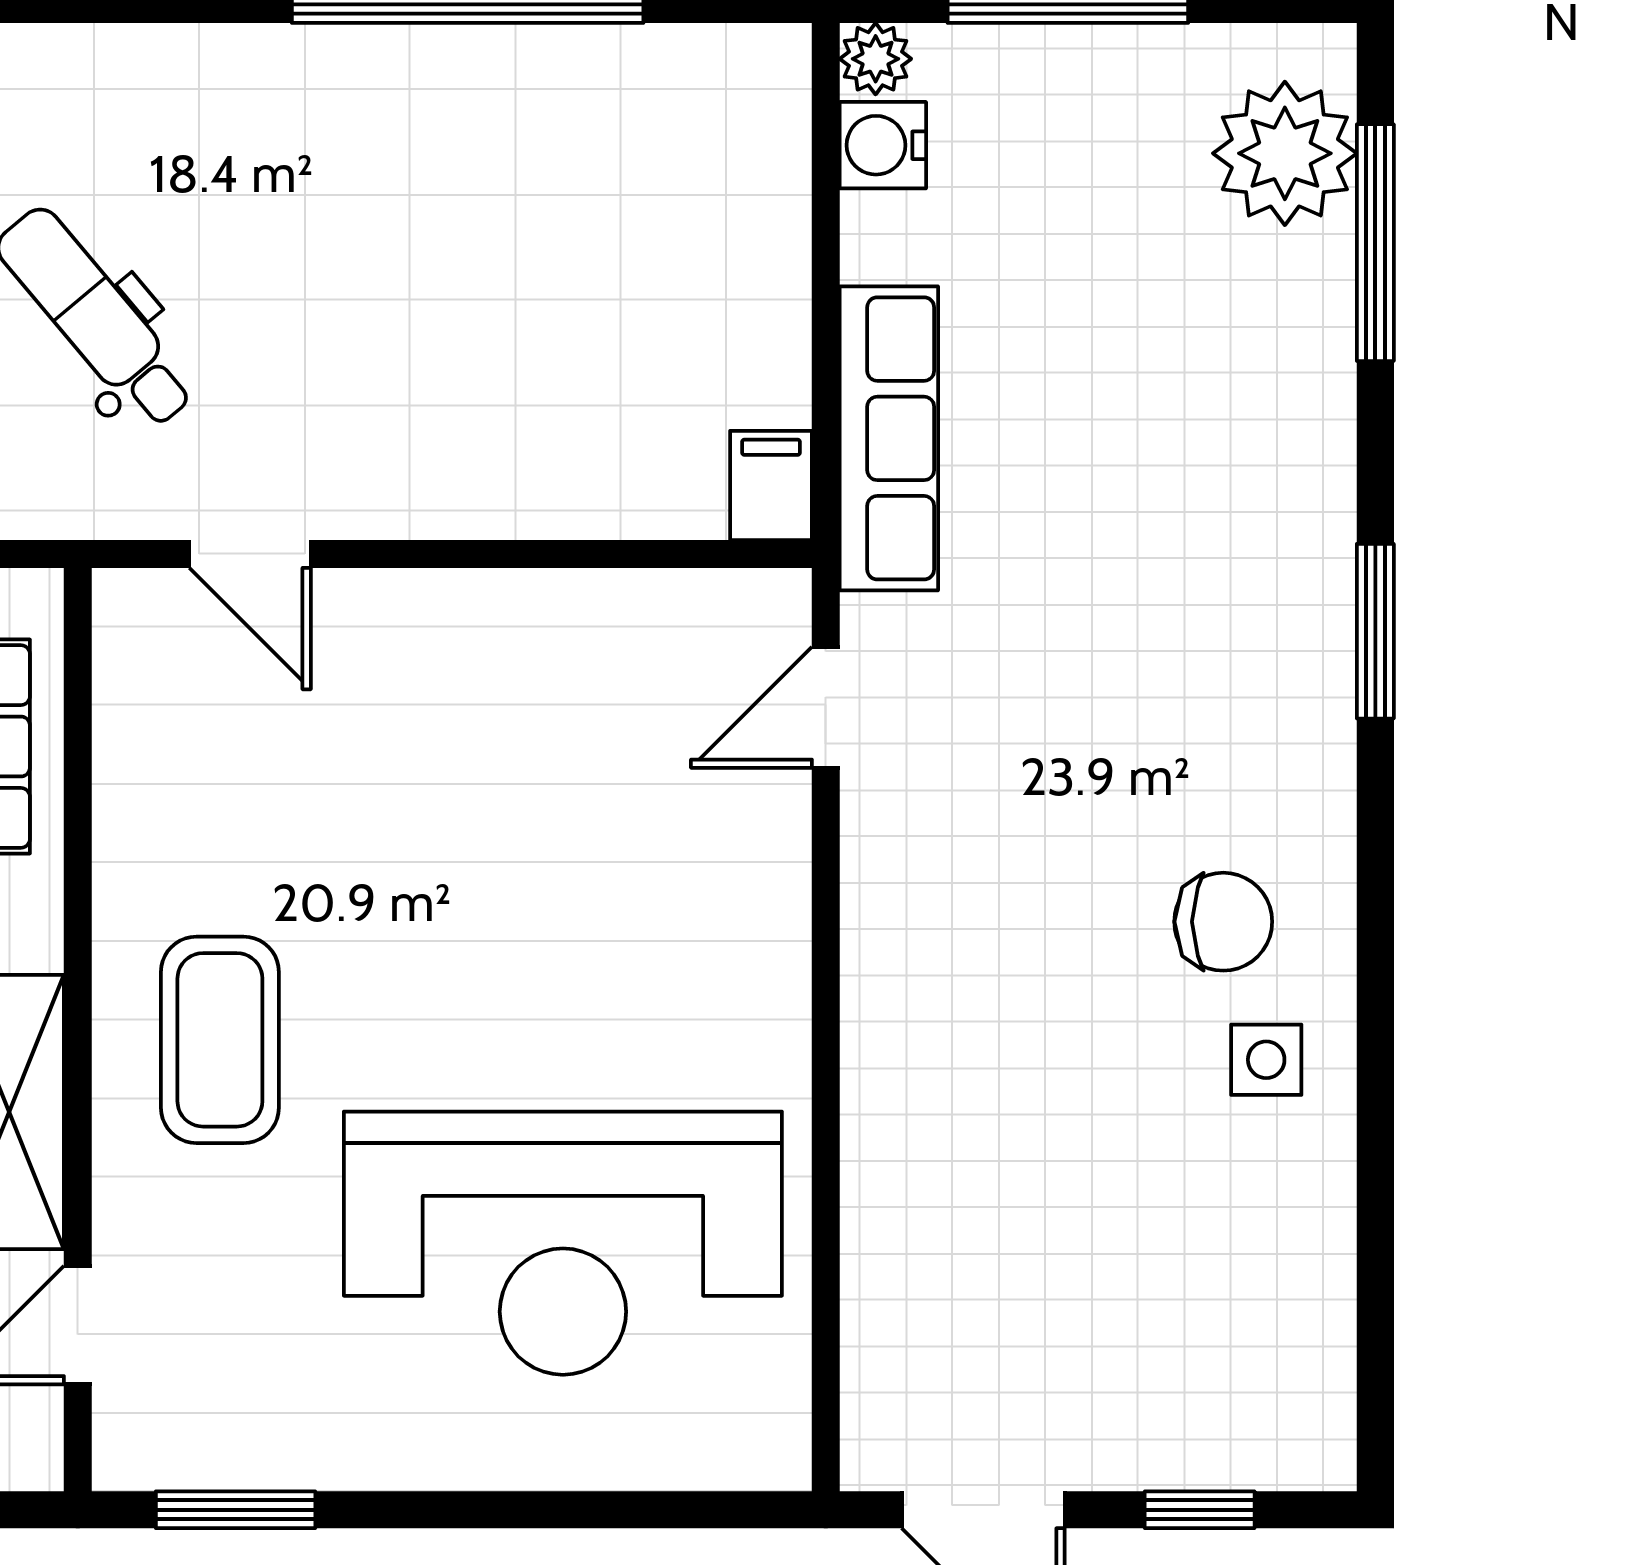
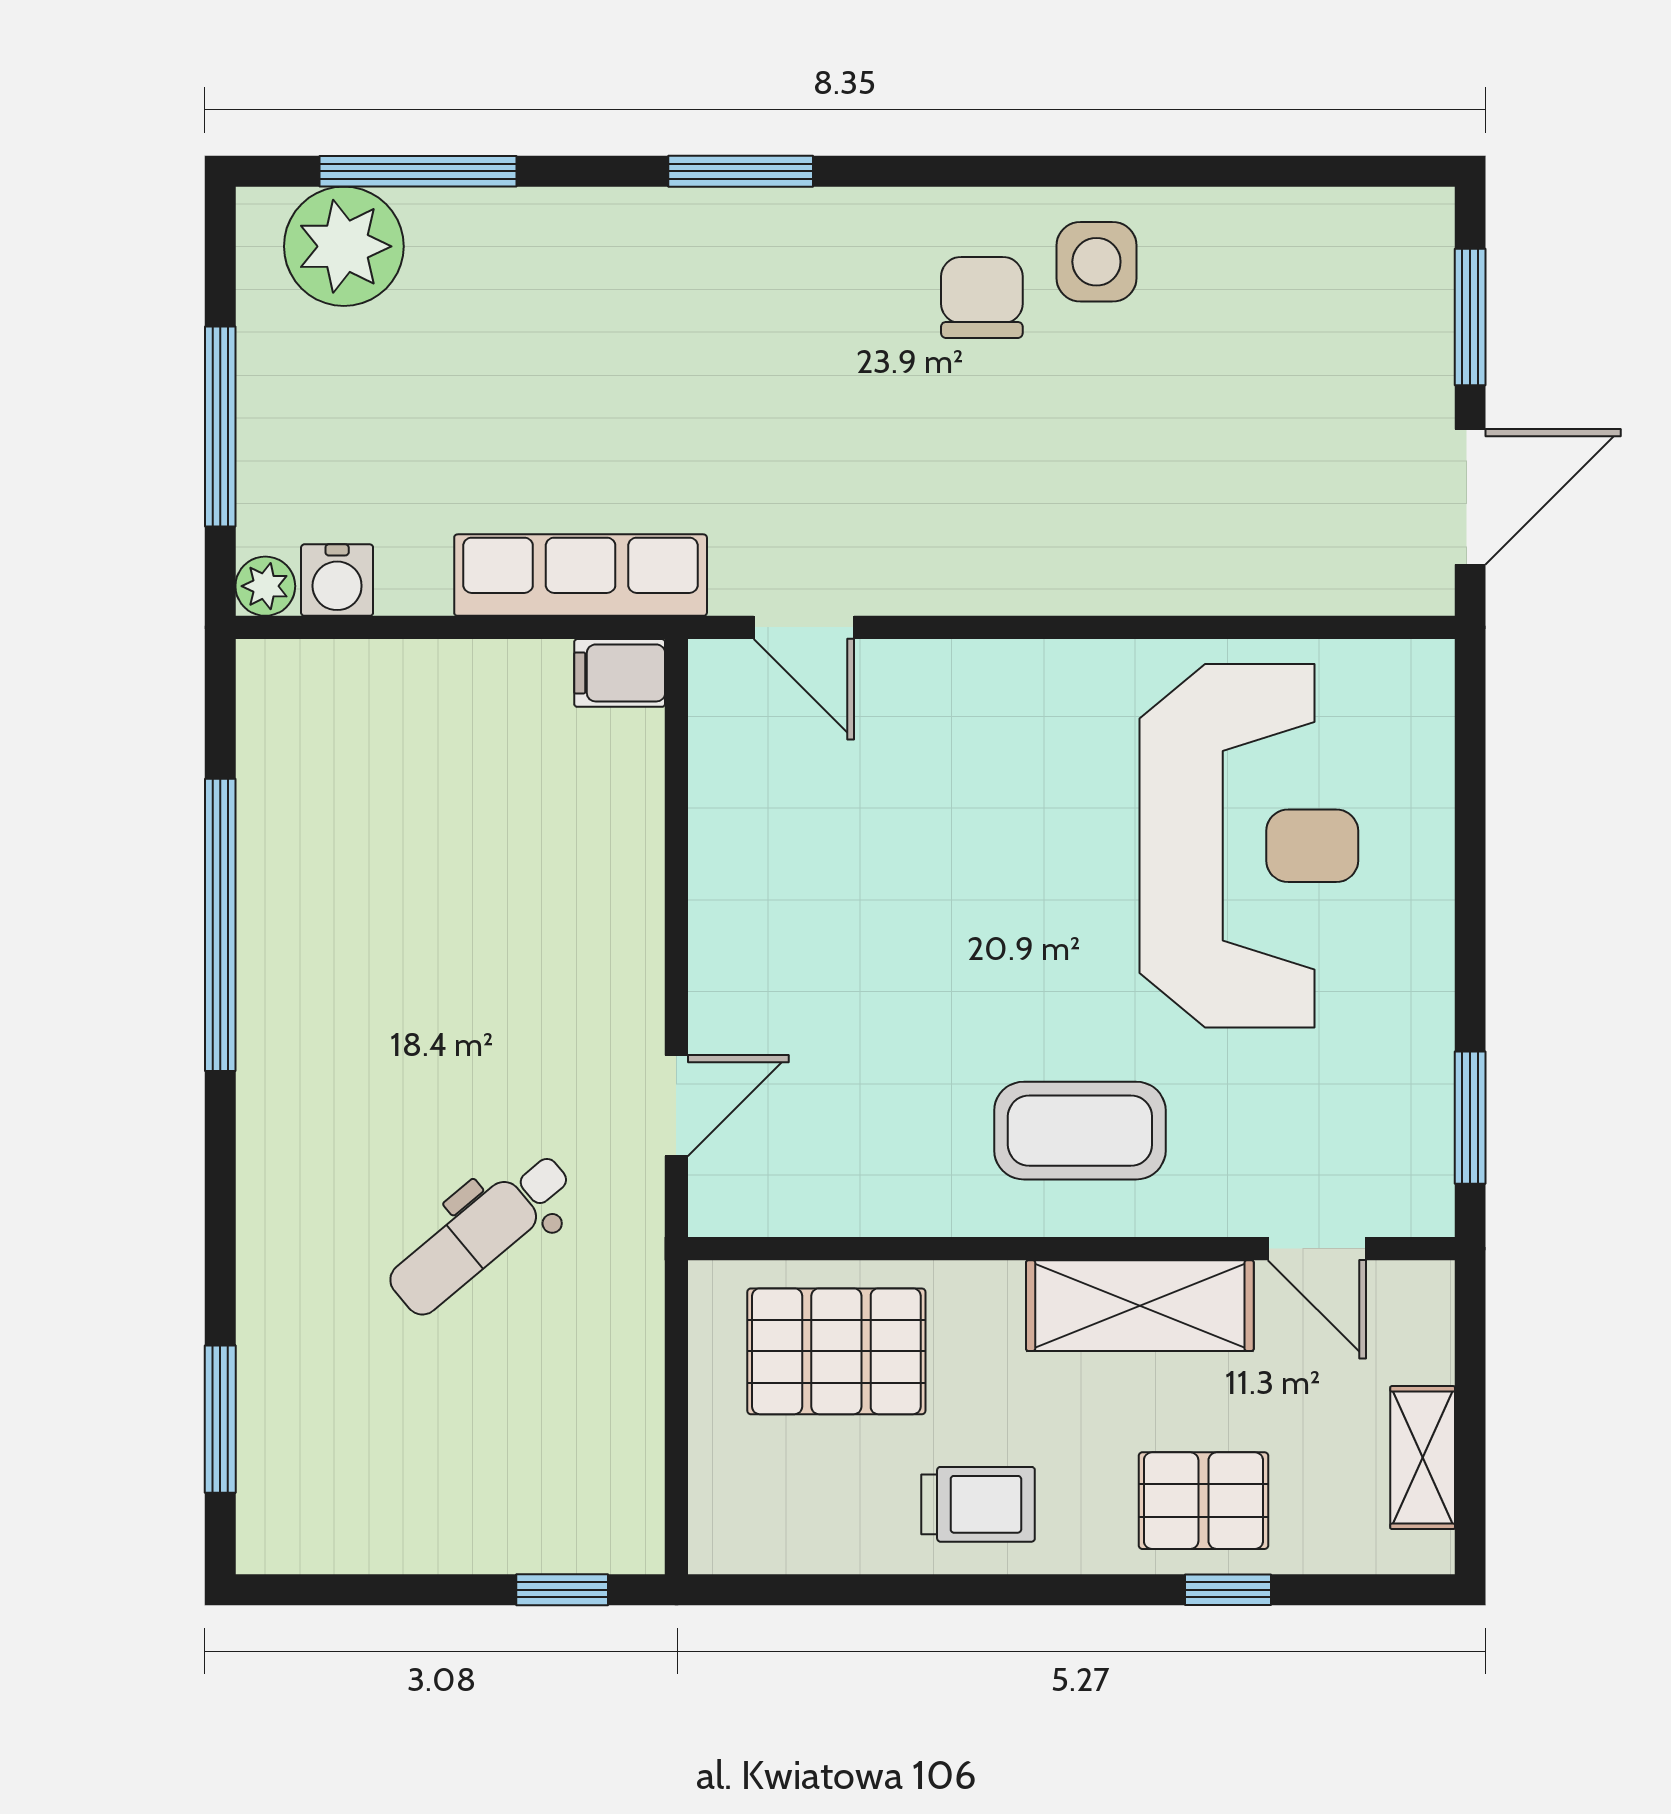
side table: (1266, 1060) -> (1096, 262), width x1.37, depth x1.37
window: (1200, 1510) -> (1470, 317), width x1.50

